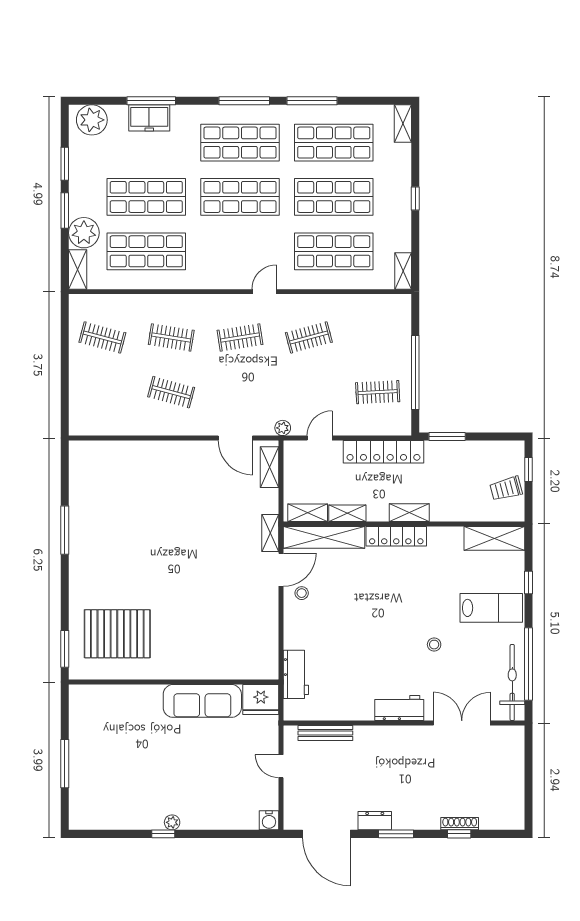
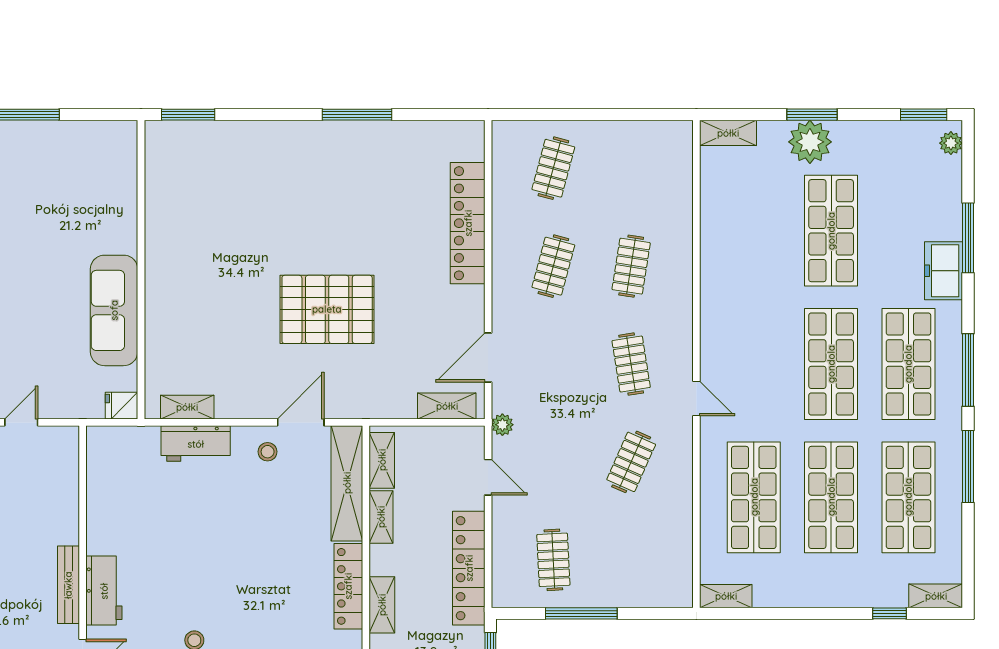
freezer: (149, 118) -> (944, 271), moved
plant: (92, 120) -> (951, 143), width x0.53, depth x0.53
window: (65, 164) -> (924, 115), moved
window: (415, 198) -> (890, 613), moved
plant: (84, 233) -> (810, 142), moved
shop shelf: (146, 251) -> (754, 231), removed
clothes rail: (102, 337) -> (553, 168), moved
clothes rail: (309, 337) -> (631, 462), turned 39
window: (415, 373) -> (581, 613), width x0.68
locker: (141, 452) -> (468, 223), added
shelving: (270, 533) -> (187, 407), moved
door: (281, 570) -> (301, 422), swing flipped
pallet: (117, 634) -> (327, 309), moved, turned 90
workbench: (296, 674) -> (196, 444), moved
fridge: (261, 700) -> (122, 406), width x0.53, depth x0.75
bench: (325, 733) -> (68, 585), moved

